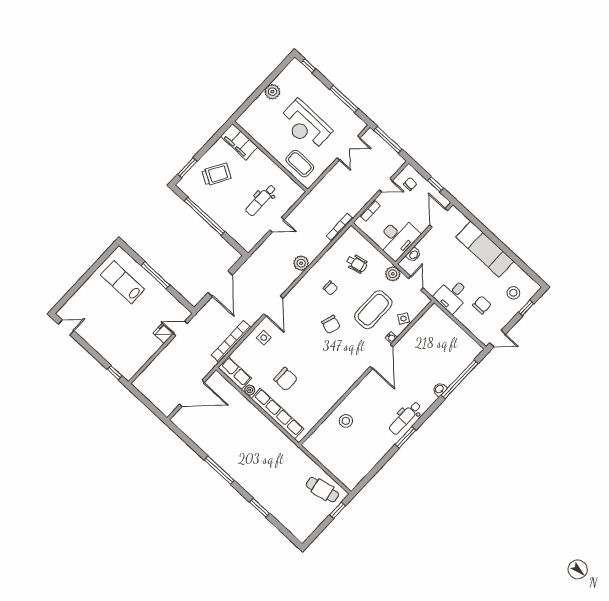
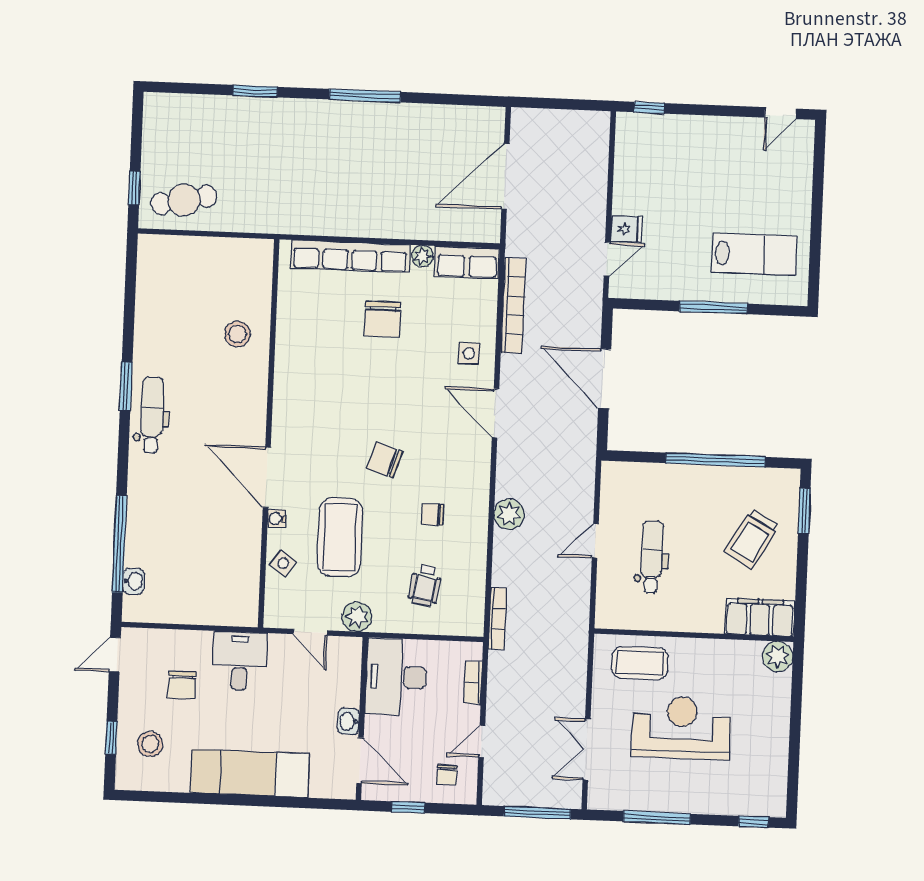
plant: (272, 92) -> (778, 657), moved
washbasin: (413, 255) -> (348, 721), moved
wheelchair: (356, 264) -> (425, 585), turned -67
chair: (286, 379) -> (383, 319), turned -90
washbasin: (440, 389) -> (134, 581), moved

